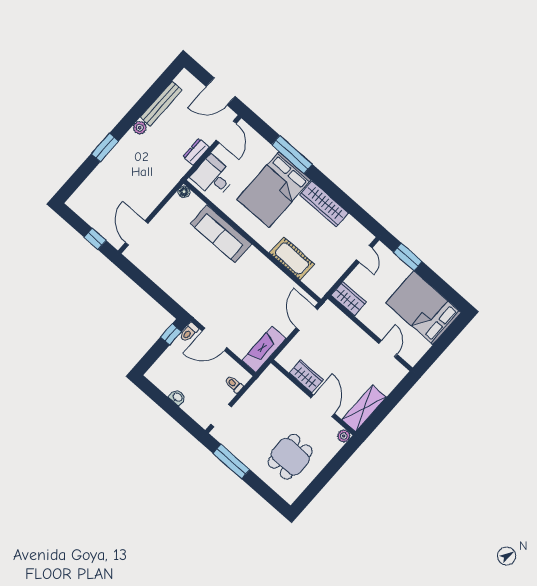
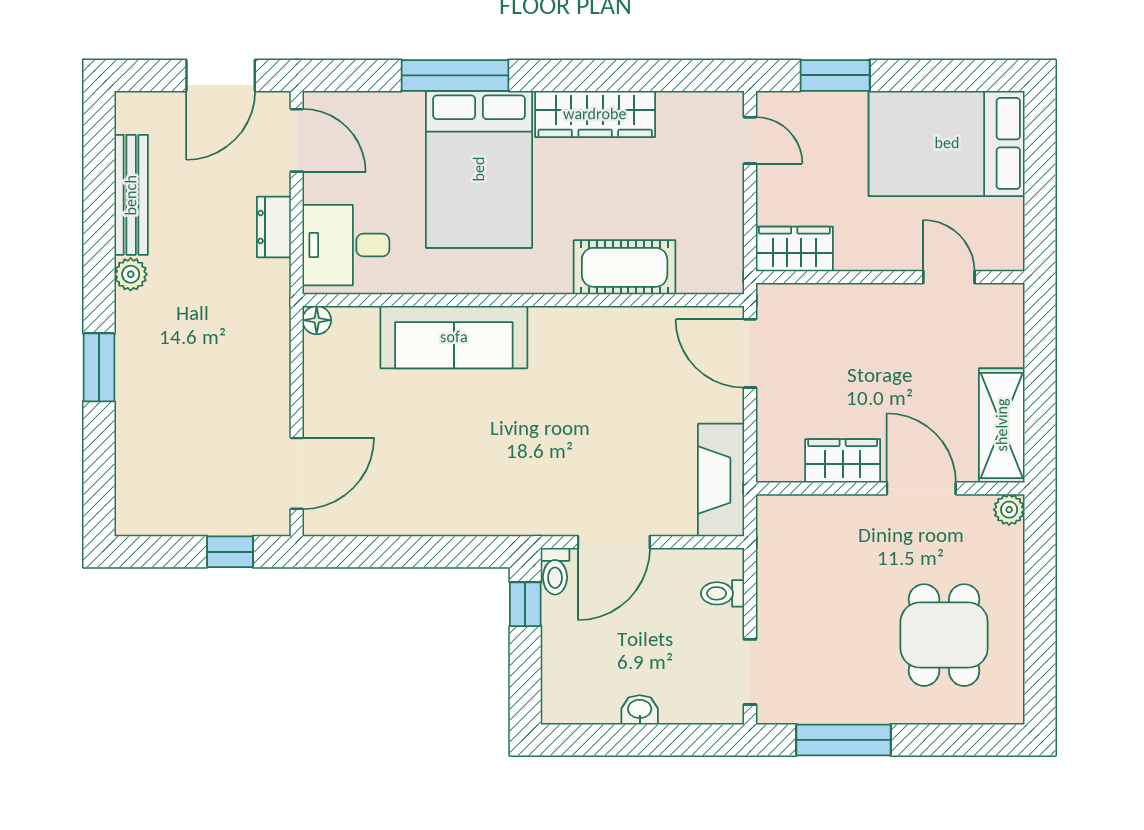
door: (137, 233) -> (297, 473), swing flipped

